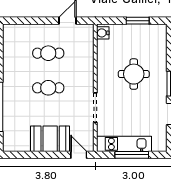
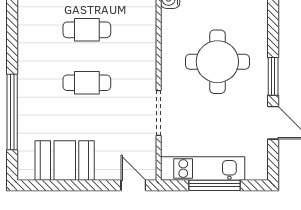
round table: (134, 74) -> (217, 62), width x1.36, depth x1.36
booth: (50, 139) -> (65, 161), moved

